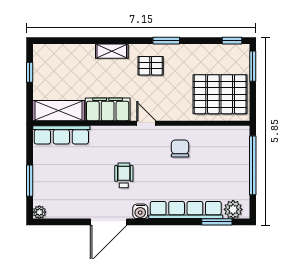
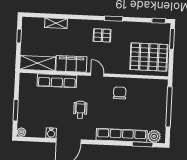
shelving: (112, 51) -> (56, 23), moved
row of seats: (61, 135) -> (57, 81), moved
water cooler: (140, 211) -> (51, 133), moved

